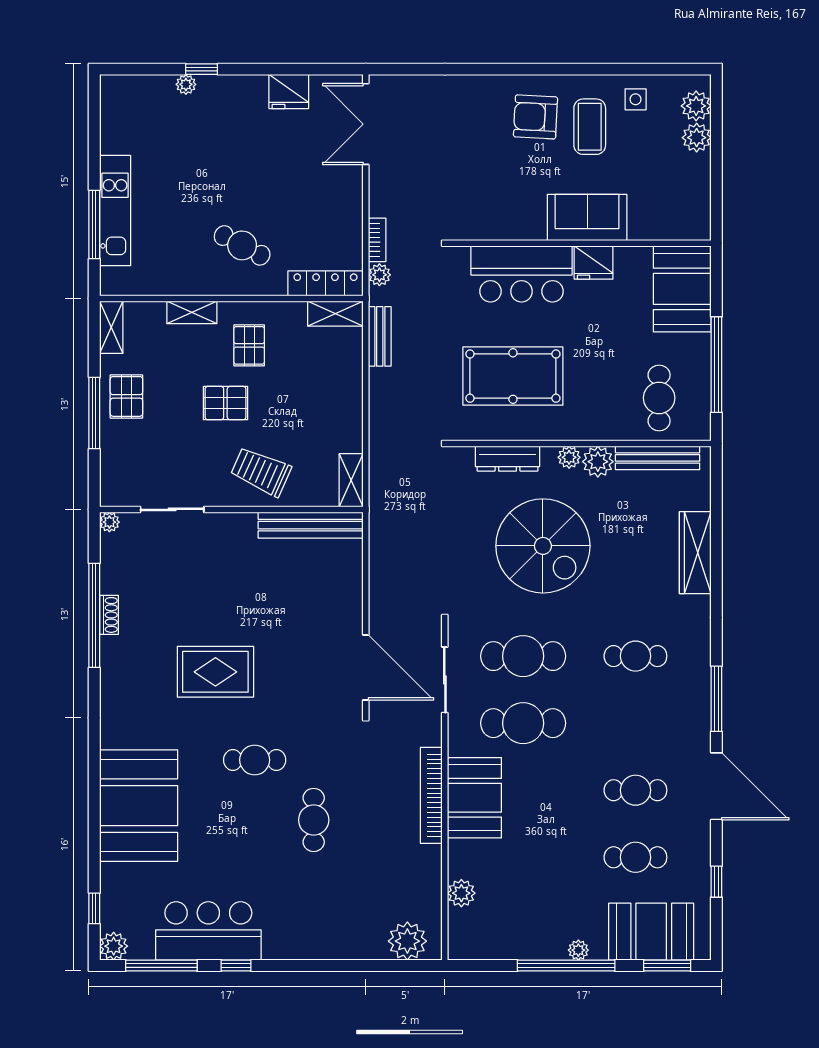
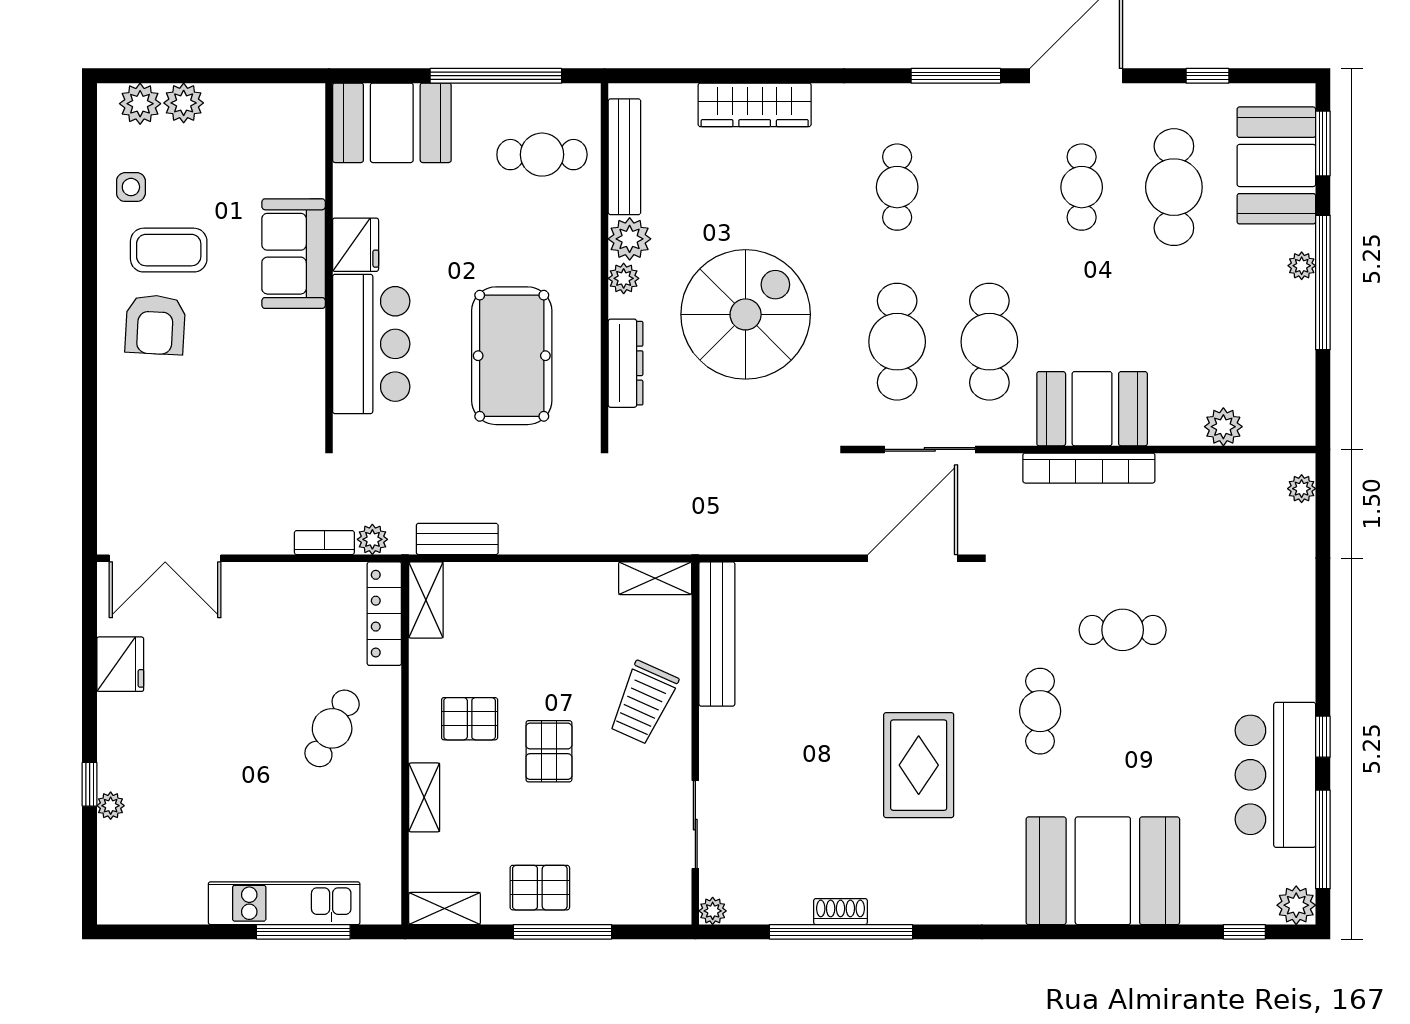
cafe table: (635, 857) -> (1174, 187), width x1.37, depth x1.35
plant: (407, 941) -> (1302, 489), width x0.53, depth x0.53

